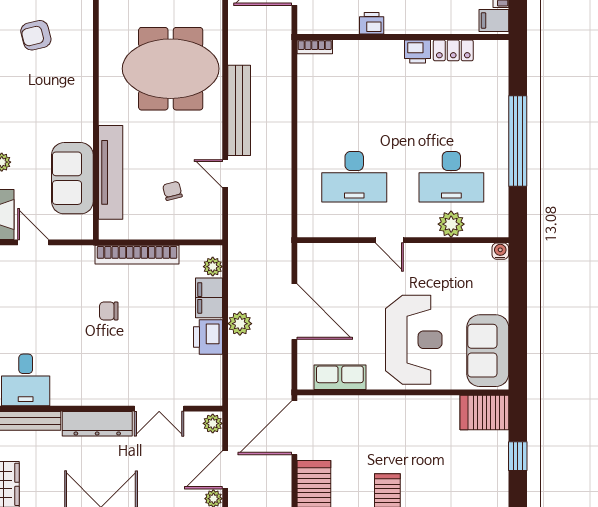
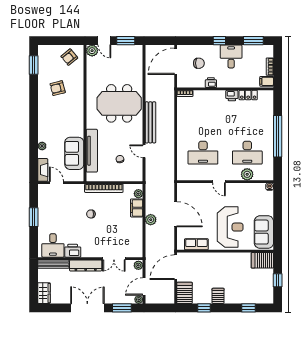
printer: (208, 337) -> (73, 251), moved, turned 90

